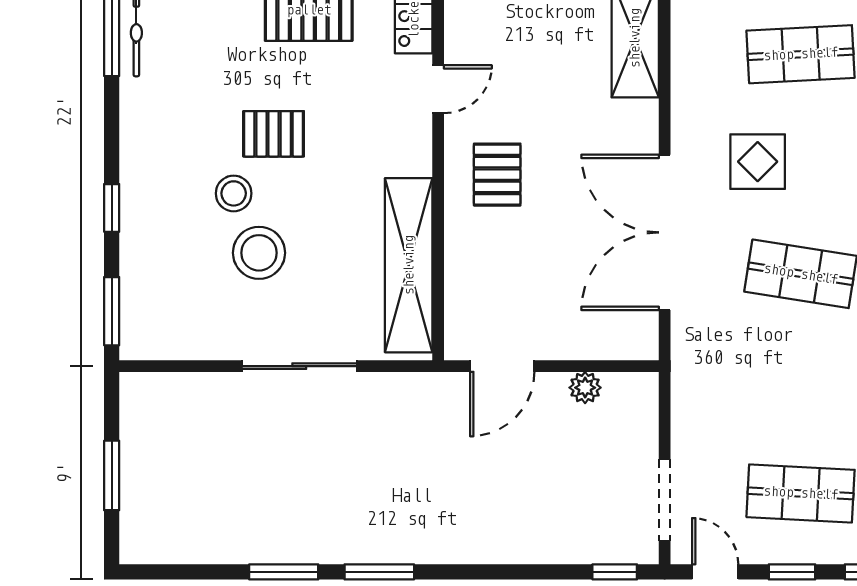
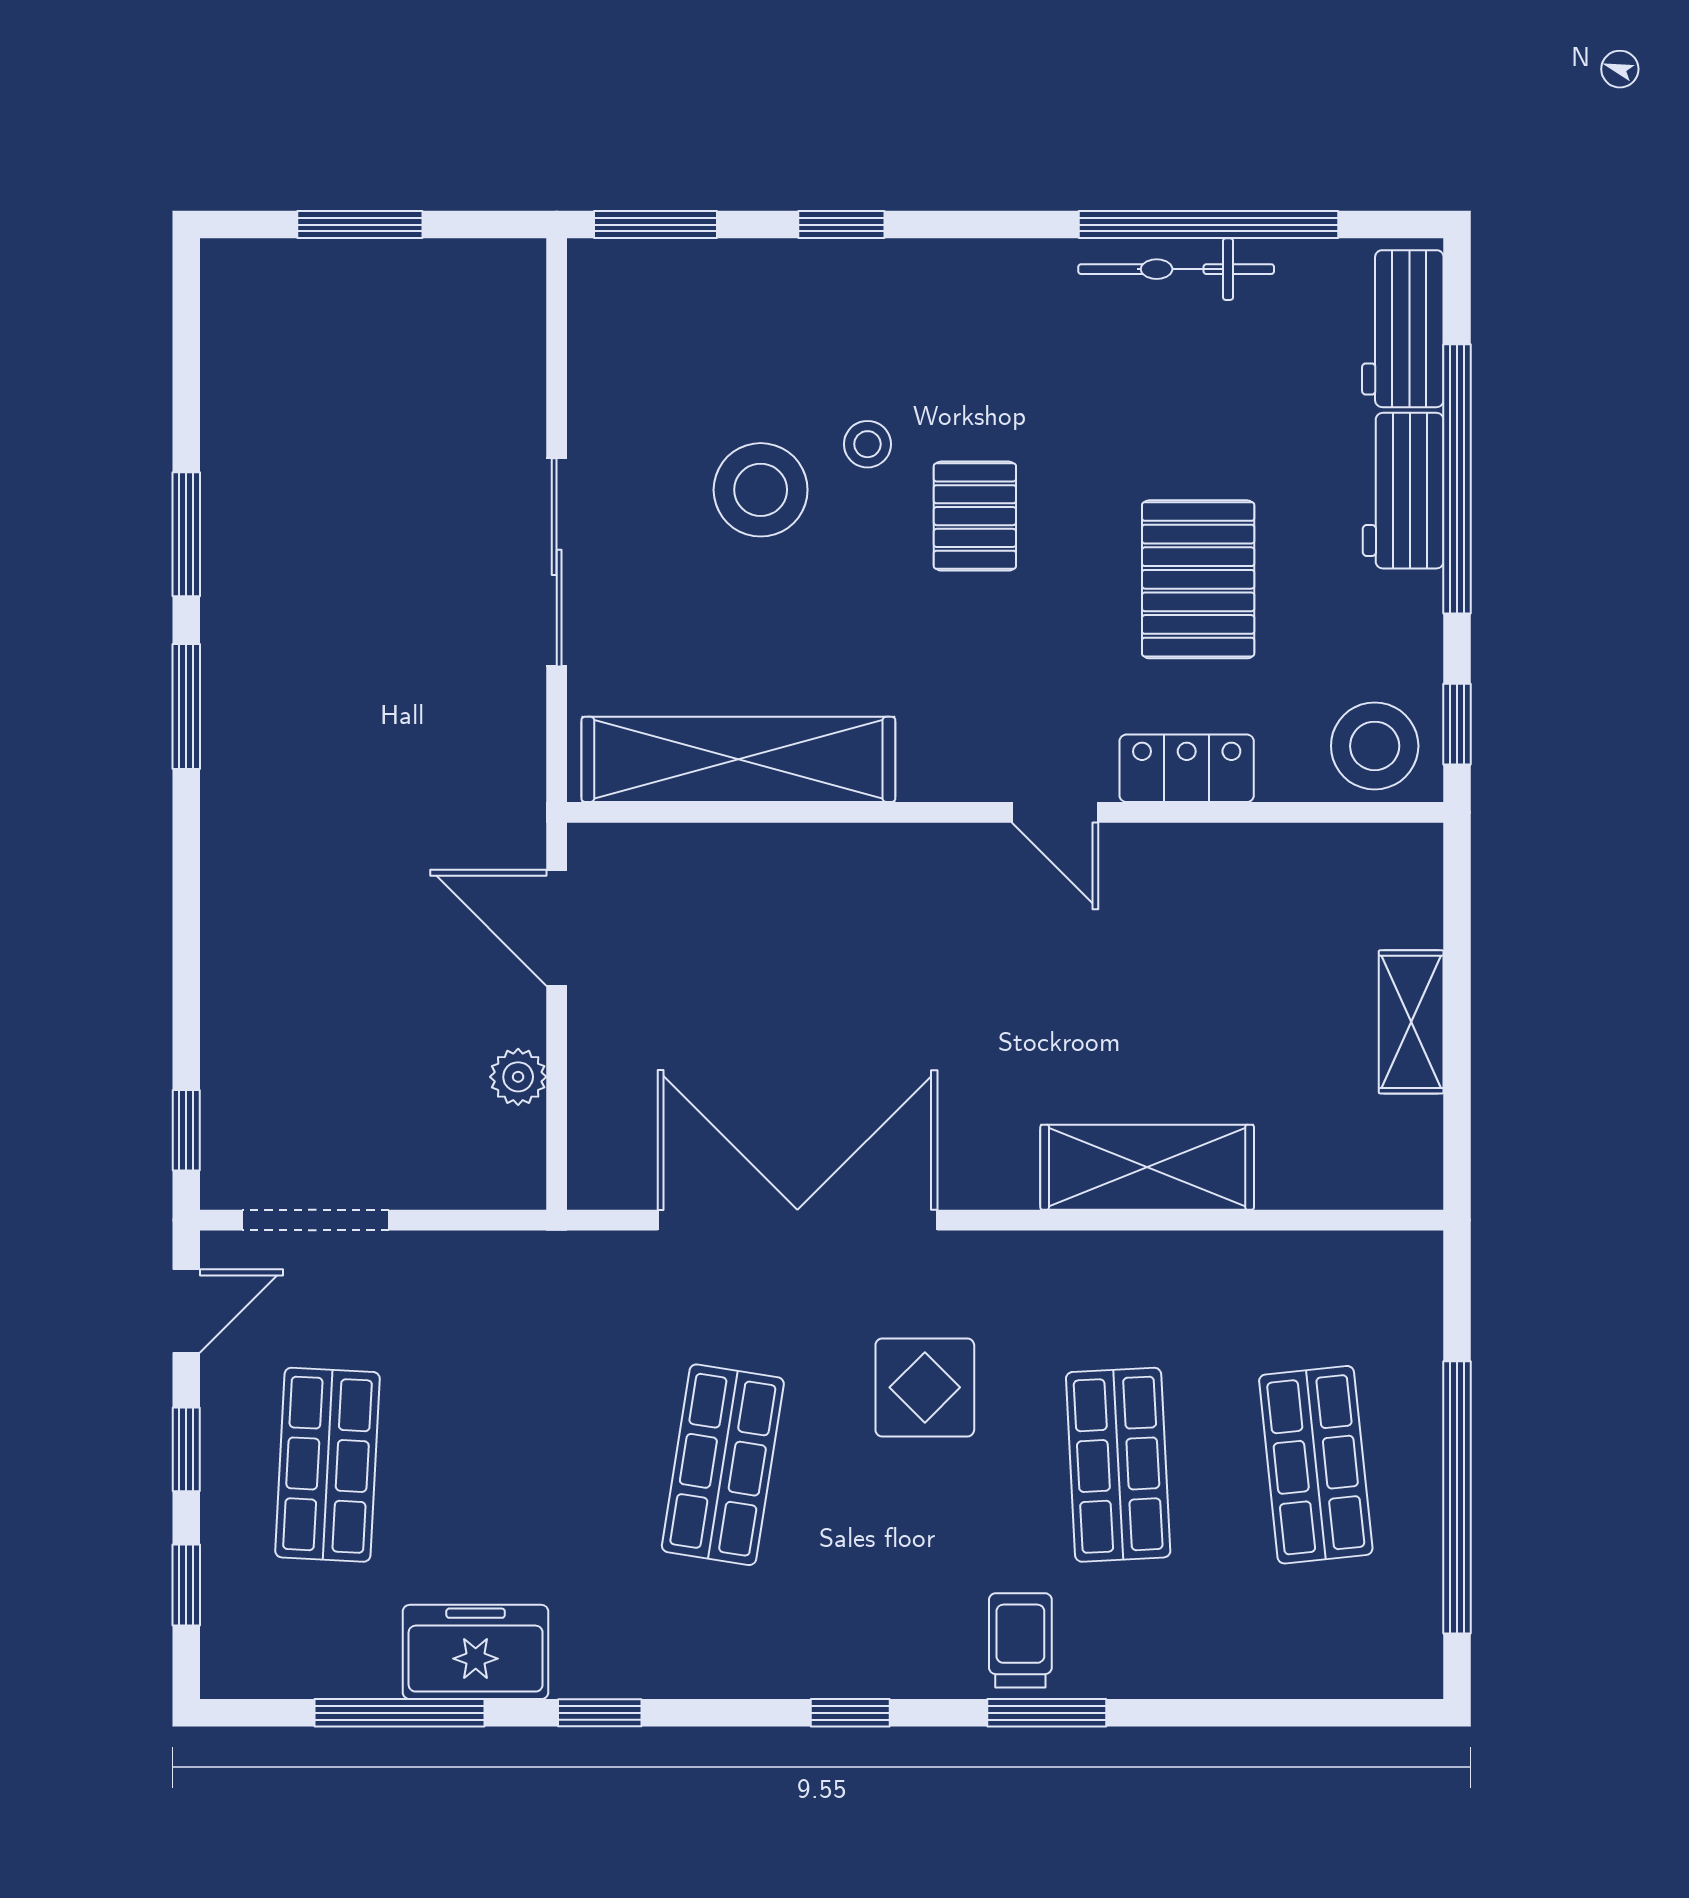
pallet: (497, 175) -> (901, 919), removed
stool: (234, 193) -> (867, 444), width x0.73, depth x0.73

